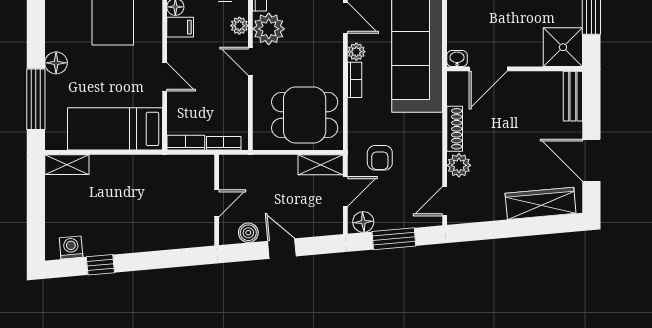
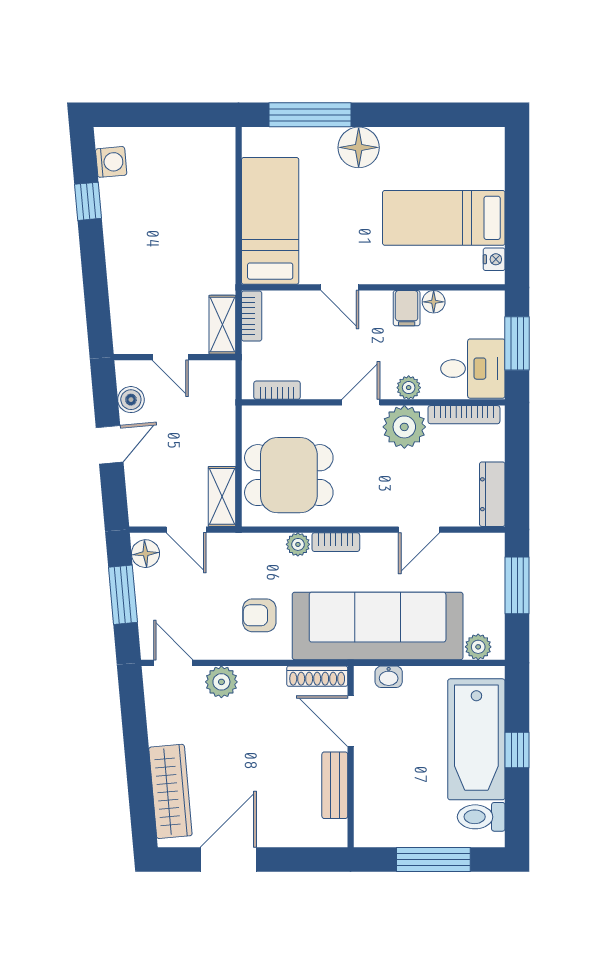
shower: (563, 47) -> (380, 821), removed
plant: (356, 52) -> (298, 544), moved
washbasin: (457, 58) -> (389, 677), moved, turned 90
floor lamp: (56, 63) -> (359, 147), width x1.38, depth x1.38
door: (165, 77) -> (340, 287), hinge flipped
bench: (573, 96) -> (335, 785), moved, turned 90
dining table: (305, 115) -> (289, 475), turned 90
shoe rack: (455, 129) -> (317, 676), moved
bookcase: (224, 143) -> (277, 390), moved, turned -90
armchair: (380, 158) -> (259, 615), moved
shelving: (67, 165) -> (222, 325), moved

